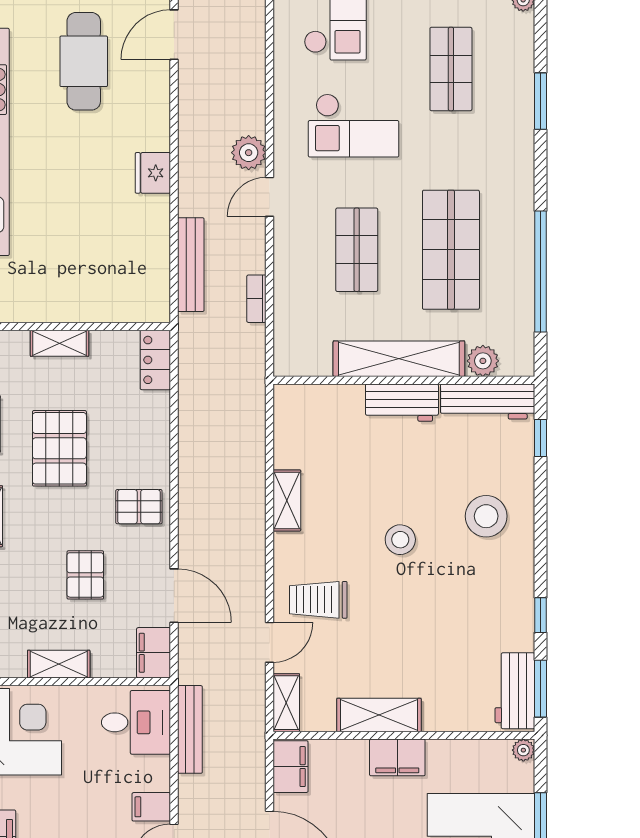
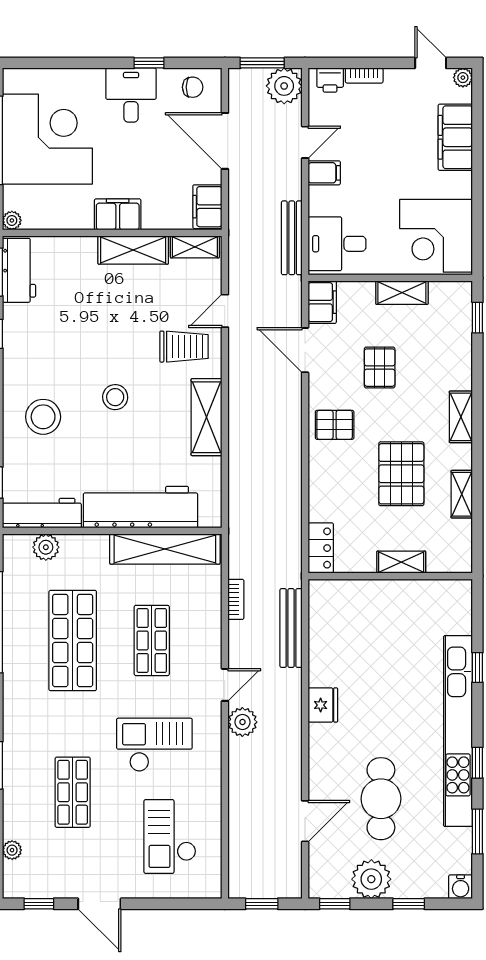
shelving: (399, 359) -> (165, 549), moved
workbench: (402, 403) -> (140, 507), width x1.88, depth x1.32
shelving: (287, 500) -> (207, 417), width x1.50, depth x1.33
shelving: (286, 703) -> (195, 247), moved, turned 90

